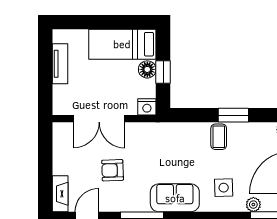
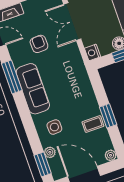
coffee table: (219, 137) -> (93, 124), moved
sofa: (175, 198) -> (33, 89), width x1.36

